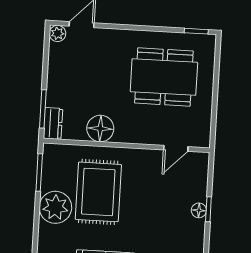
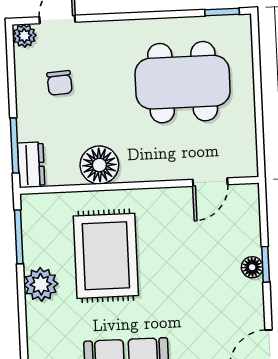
chair: (79, 69) -> (60, 83), added
plant: (55, 207) -> (41, 284), width x0.73, depth x0.73

